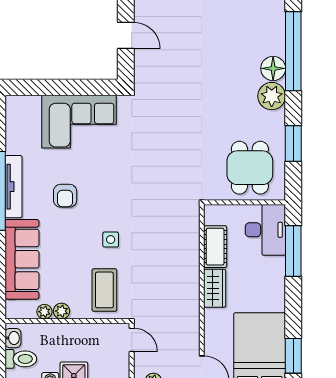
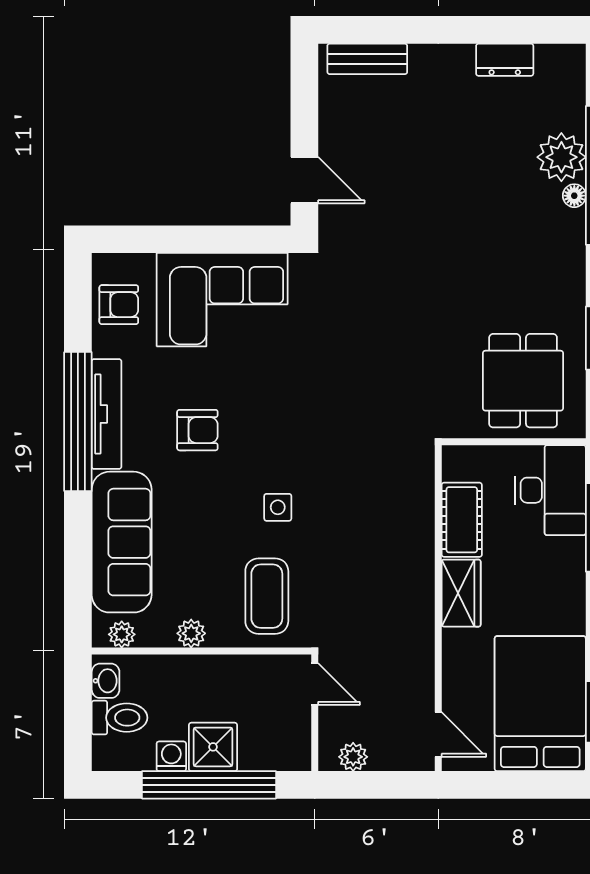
door: (126, 35) -> (304, 180), moved
floor lamp: (273, 68) -> (574, 196), width x0.53, depth x0.53
plant: (272, 96) -> (561, 157), moved
armchair: (20, 125) -> (119, 305), added
armchair: (65, 196) -> (197, 430), turned -90
plant: (44, 312) -> (122, 634), moved

